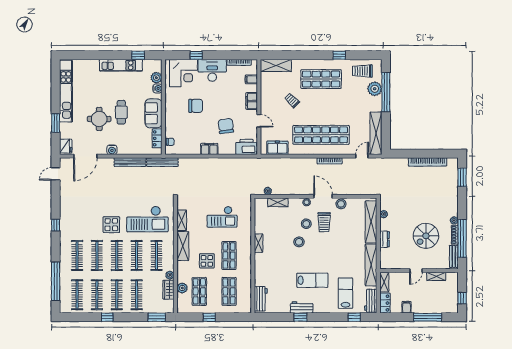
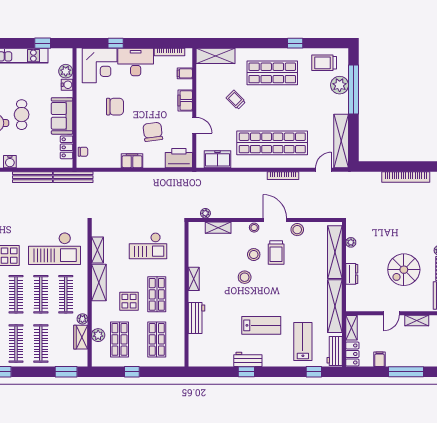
workbench: (261, 299) -> (197, 318), moved

